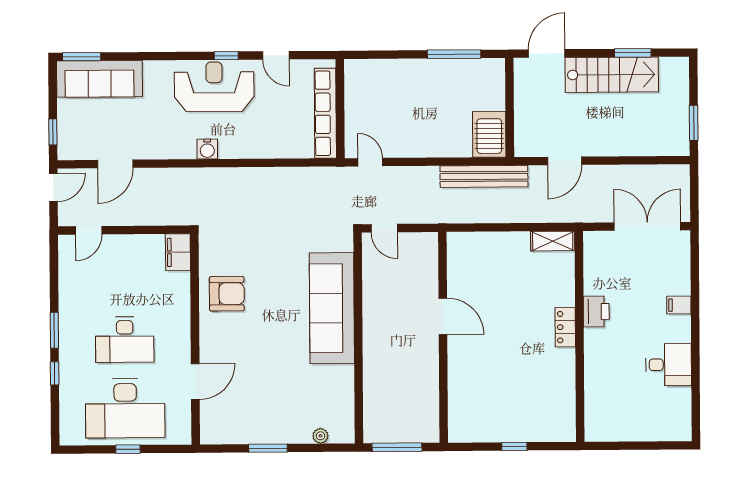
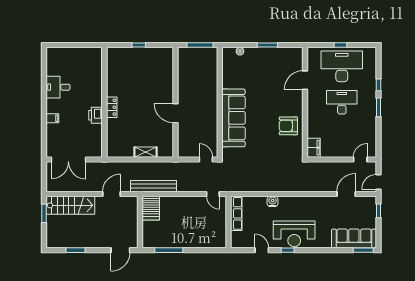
stairs: (612, 75) -> (70, 205), moved, turned 180
row of seats: (325, 113) -> (236, 213), width x0.73
water cooler: (207, 149) -> (273, 201), moved
shelving: (553, 241) -> (145, 152), moved

